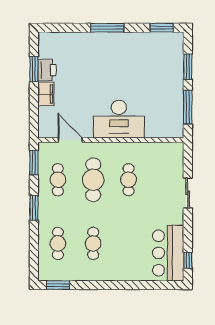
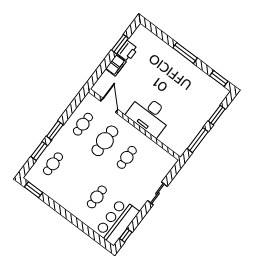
window: (34, 163) -> (39, 151), moved
cafe table: (93, 243) -> (97, 197), moved

